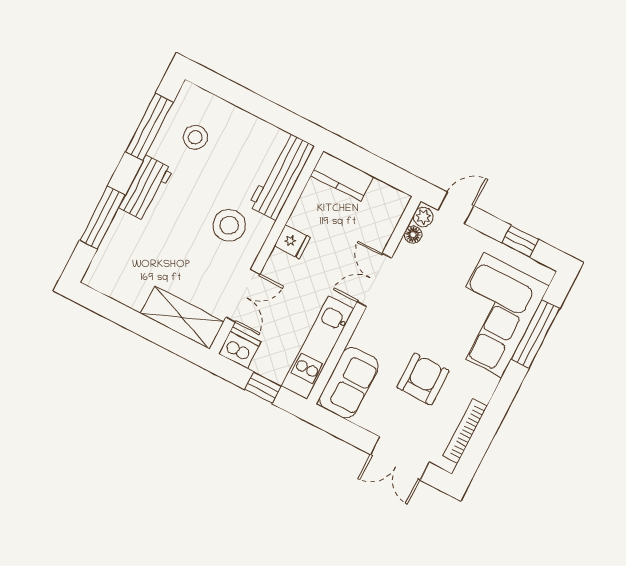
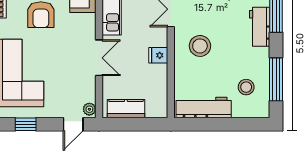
workbench: (281, 176) -> (204, 108), moved, turned -90
kitchen counter: (342, 176) -> (126, 109), moved
workbench: (146, 188) -> (260, 27), moved
floor lamp: (413, 235) -> (90, 96), removed

